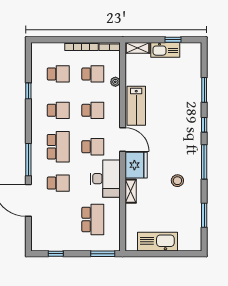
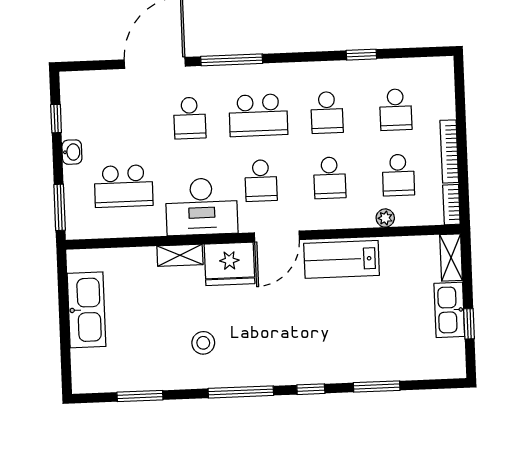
washbasin: (74, 246) -> (72, 152), added

